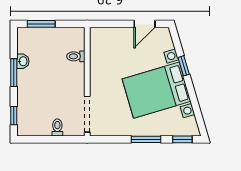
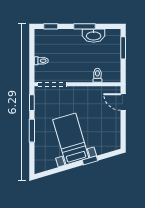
door: (145, 24) -> (123, 102), moved
washbasin: (23, 61) -> (94, 36), width x1.91, depth x1.45
bed with nightstands: (156, 90) -> (71, 139), width x0.73
window: (182, 139) -> (32, 103), moved

